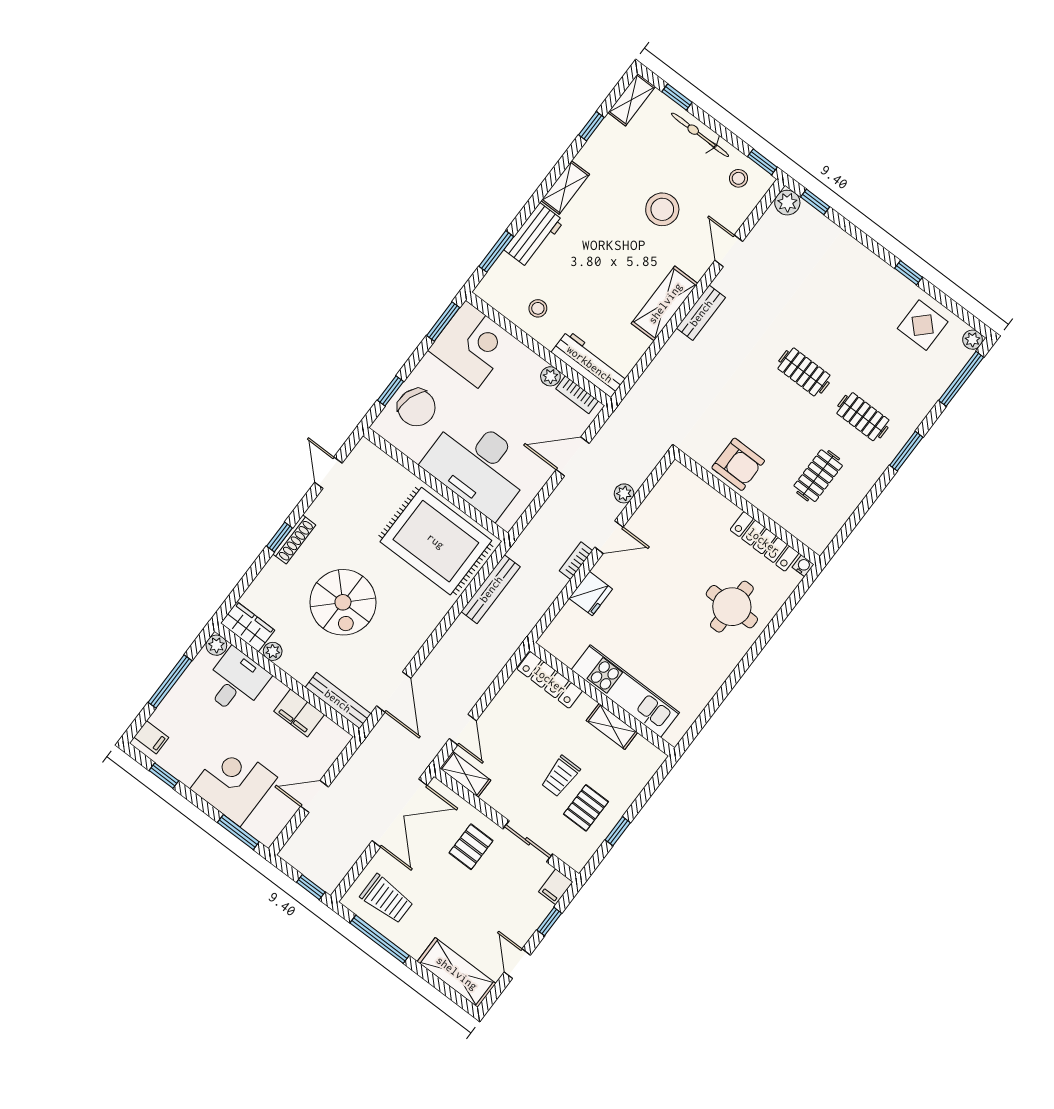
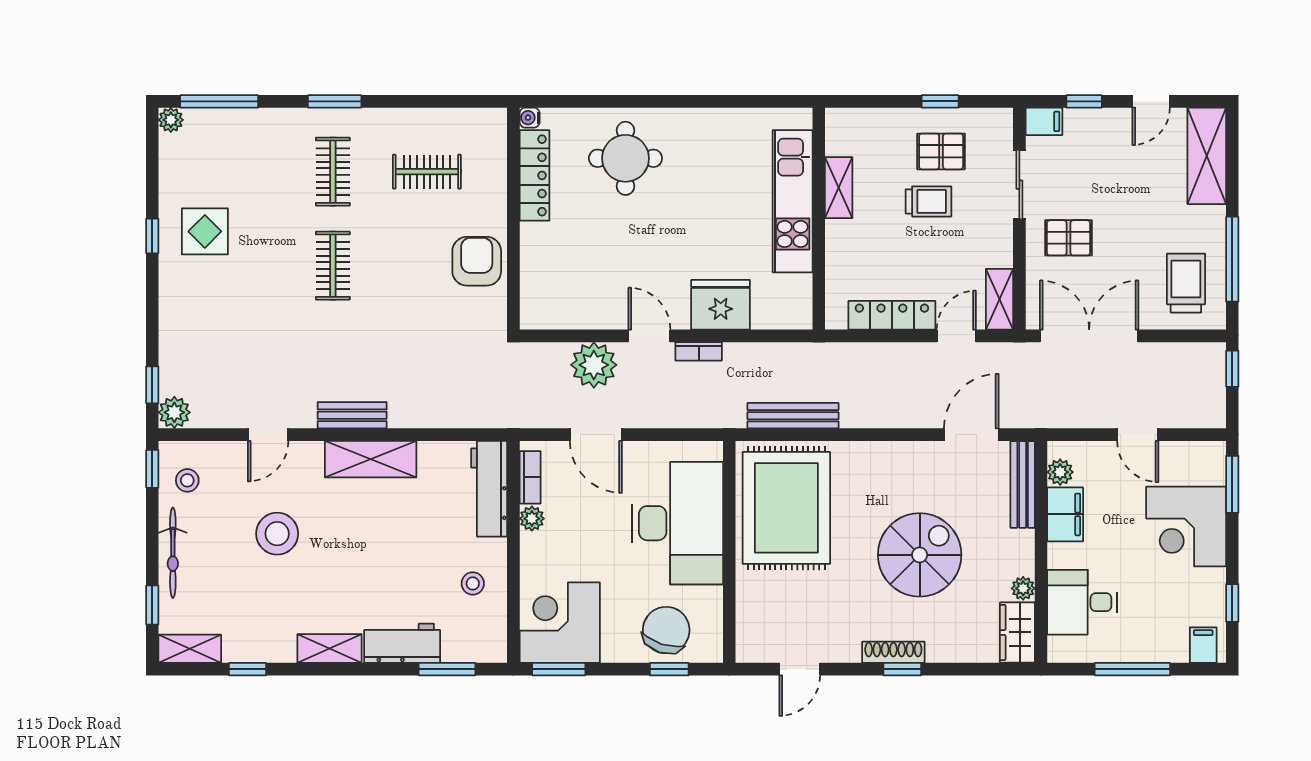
display table: (923, 325) -> (205, 231), moved
plant: (624, 493) -> (594, 365), width x1.88, depth x1.88
fridge: (591, 594) -> (721, 305), width x1.36, depth x1.34
plant: (216, 645) -> (1060, 472), moved
locker: (550, 680) -> (892, 315), moved, turned -90

